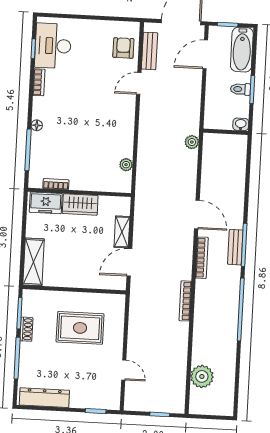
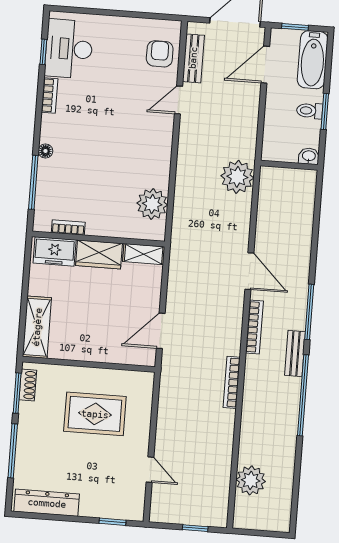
plant: (192, 142) -> (237, 177), width x1.87, depth x1.87
plant: (126, 165) -> (152, 204), width x1.87, depth x1.87
shelving: (122, 232) -> (144, 254), moved, turned 90
bench: (235, 247) -> (295, 353), moved
shoe rack: (26, 329) -> (28, 385), moved

